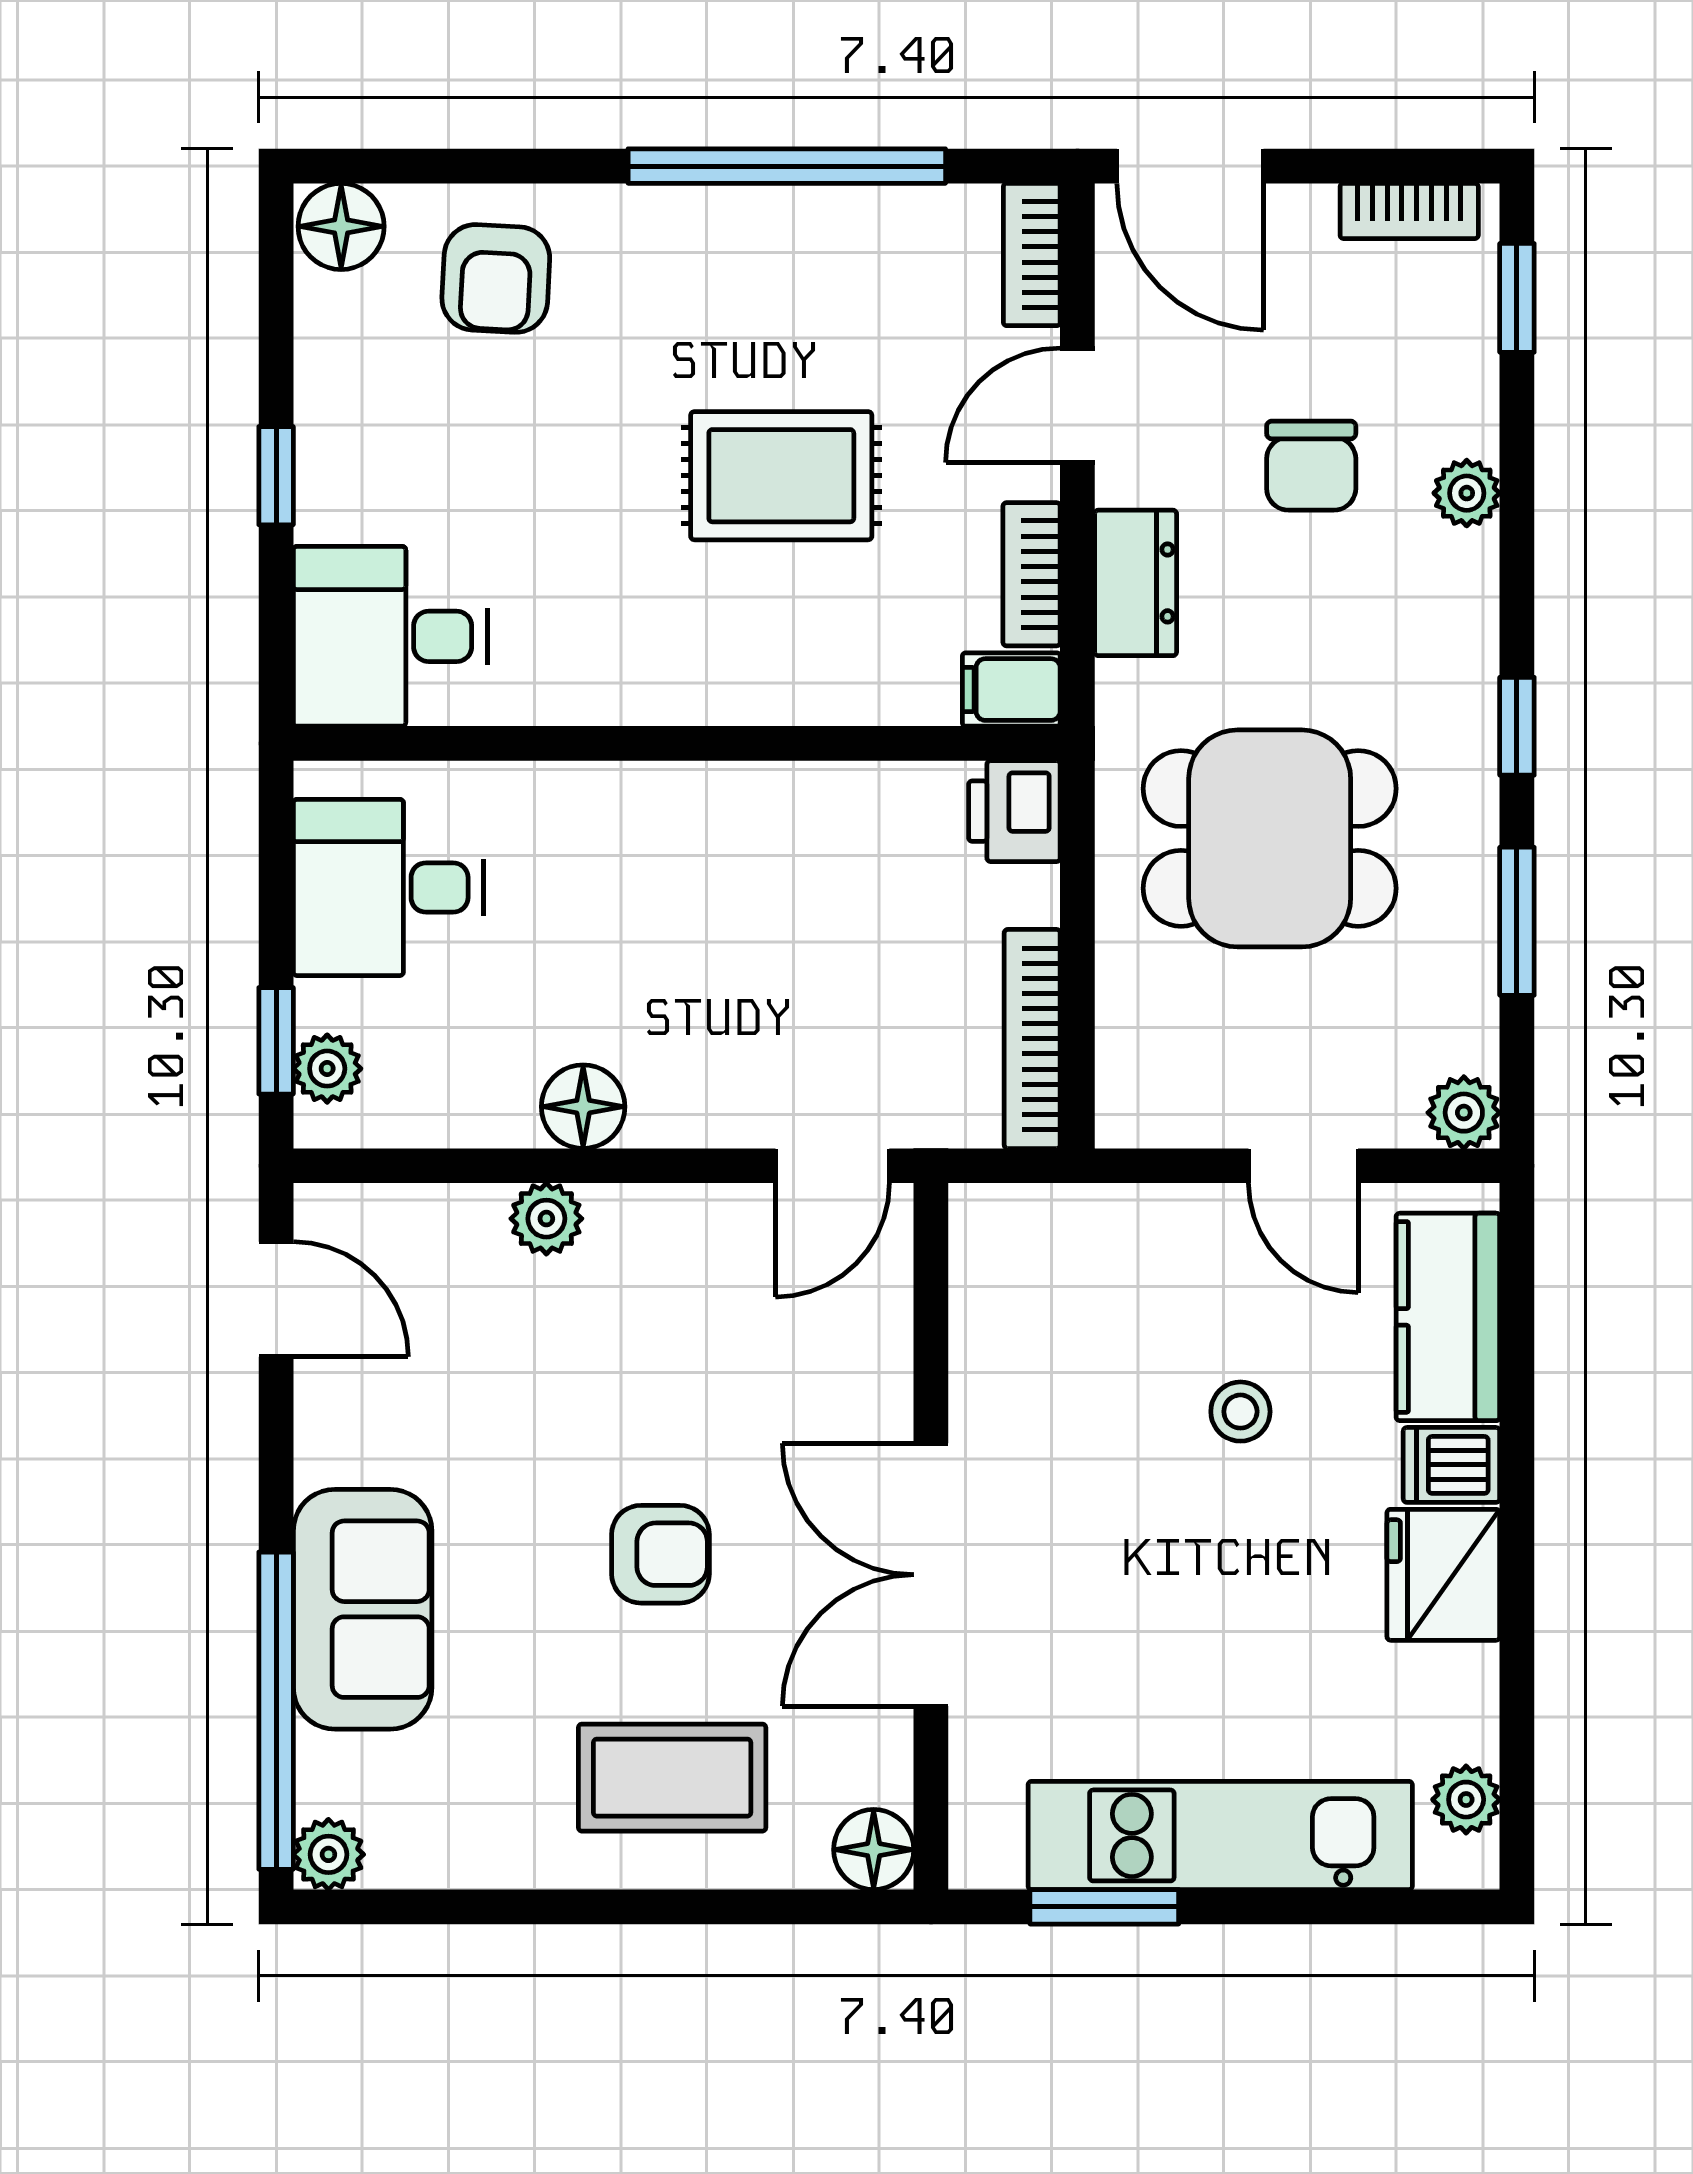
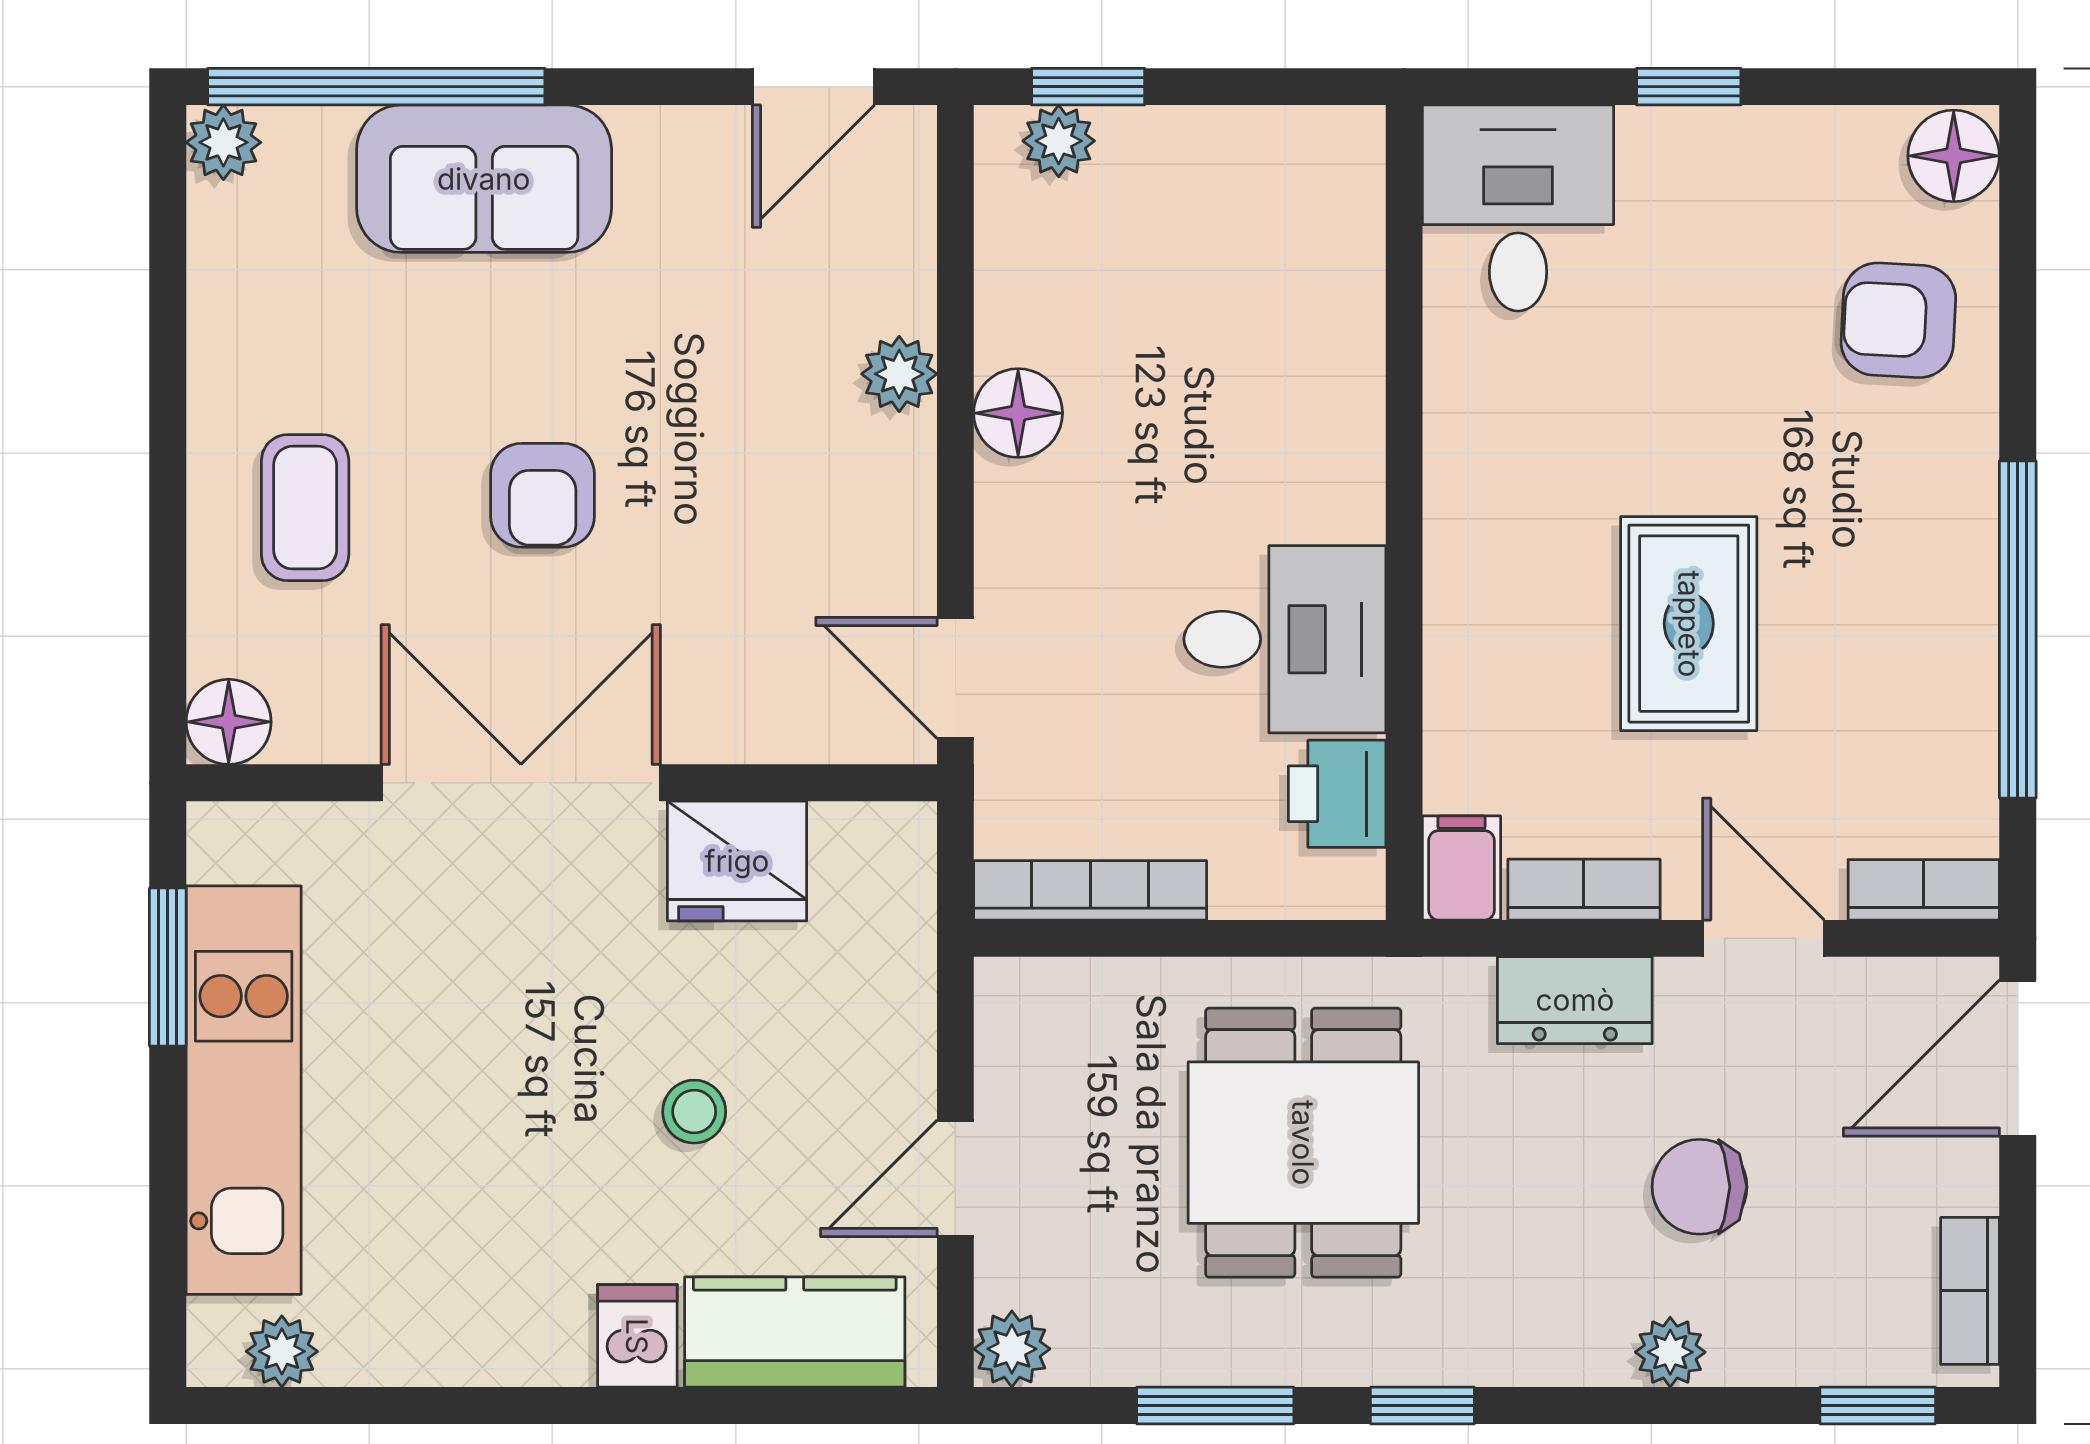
printer: (1014, 811) -> (1337, 794), moved, turned -90
desk: (388, 887) -> (1285, 639), moved, turned 90
fridge: (1443, 1575) -> (737, 861), moved, turned 180
coffee table: (672, 1778) -> (305, 508), width x0.73, depth x0.77

